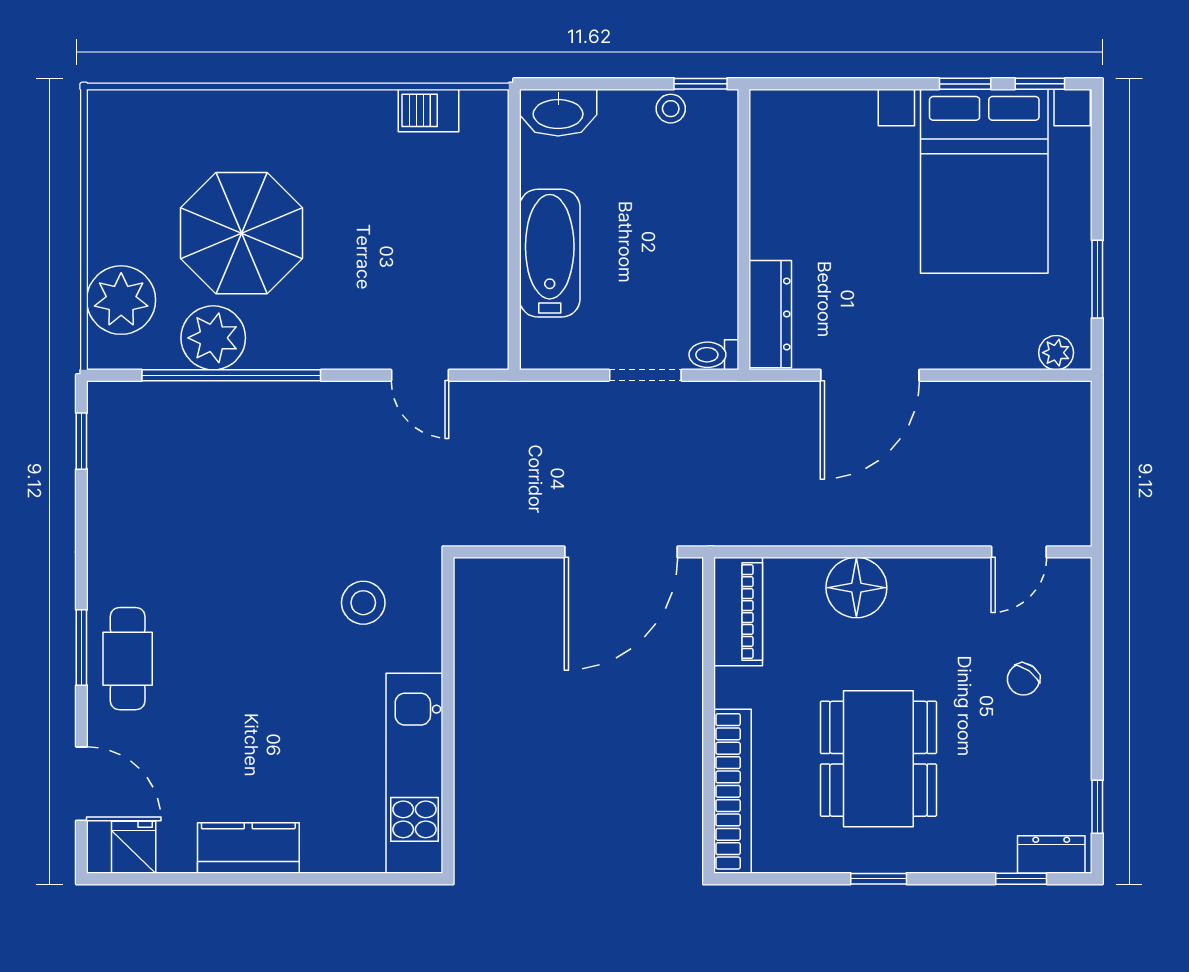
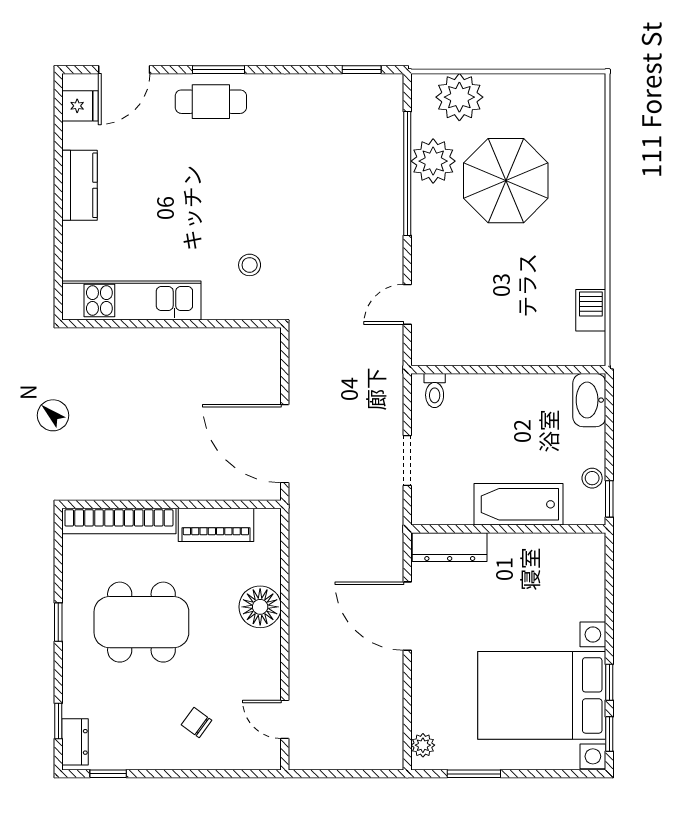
bathtub: (550, 253) -> (519, 504), moved, turned 180
toilet: (714, 355) -> (435, 391), moved, turned 180
stool: (363, 603) -> (250, 265), width x0.73, depth x0.73
piano: (738, 612) -> (216, 525), moved

